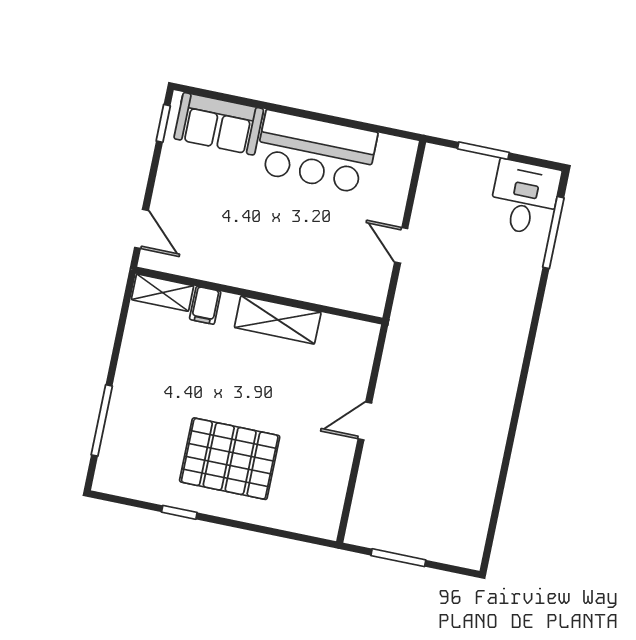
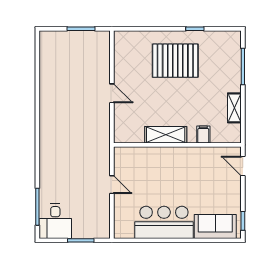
shelving: (163, 293) -> (234, 108), moved, turned 90
door: (365, 421) -> (112, 93), hinge flipped

